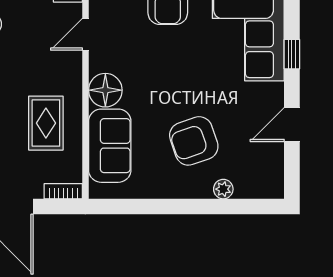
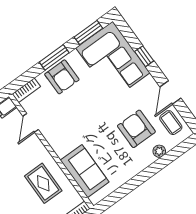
floor lamp: (105, 90) -> (62, 144), removed
armchair: (194, 141) -> (136, 129), moved, turned 109
coffee table: (264, 163) -> (171, 123), added

